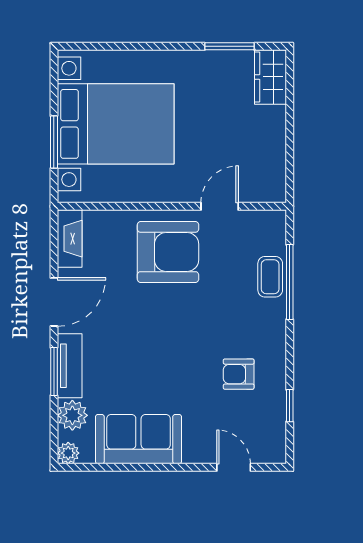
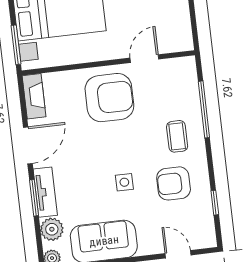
window: (54, 142) -> (16, 45), moved
coffee table: (270, 277) -> (177, 136), moved
side table: (175, 365) -> (124, 182), added
armchair: (239, 374) -> (174, 183), width x1.38, depth x1.38

